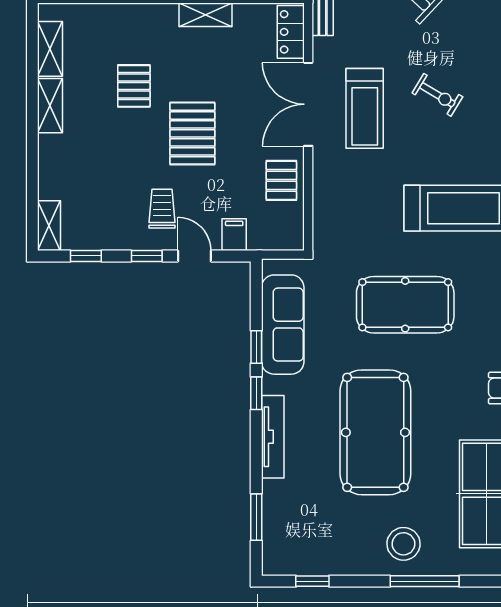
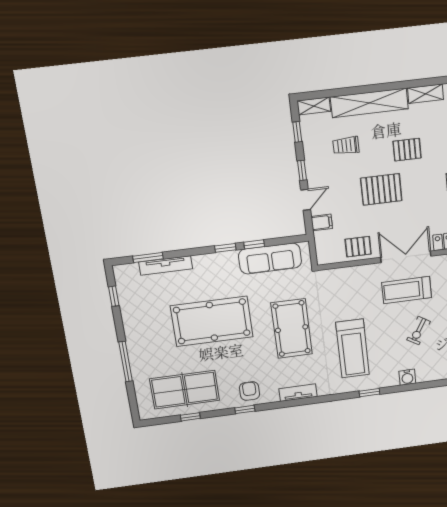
shelving: (50, 106) -> (369, 103), width x2.20, depth x1.33
trolley: (162, 209) -> (346, 146), moved, turned 180
tv unit: (273, 437) -> (166, 265), moved
stool: (403, 544) -> (146, 346), removed

